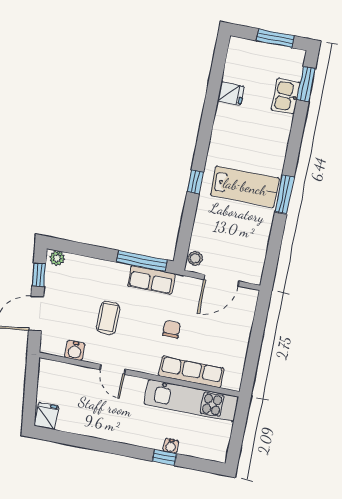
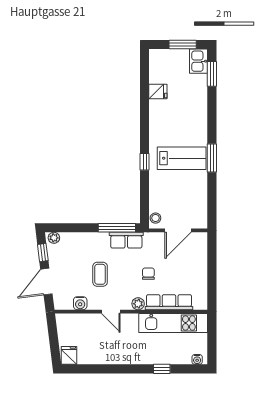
kitchen sink: (286, 96) -> (199, 61), moved
plant: (150, 366) -> (138, 304), added
water cooler: (171, 446) -> (197, 359), moved

